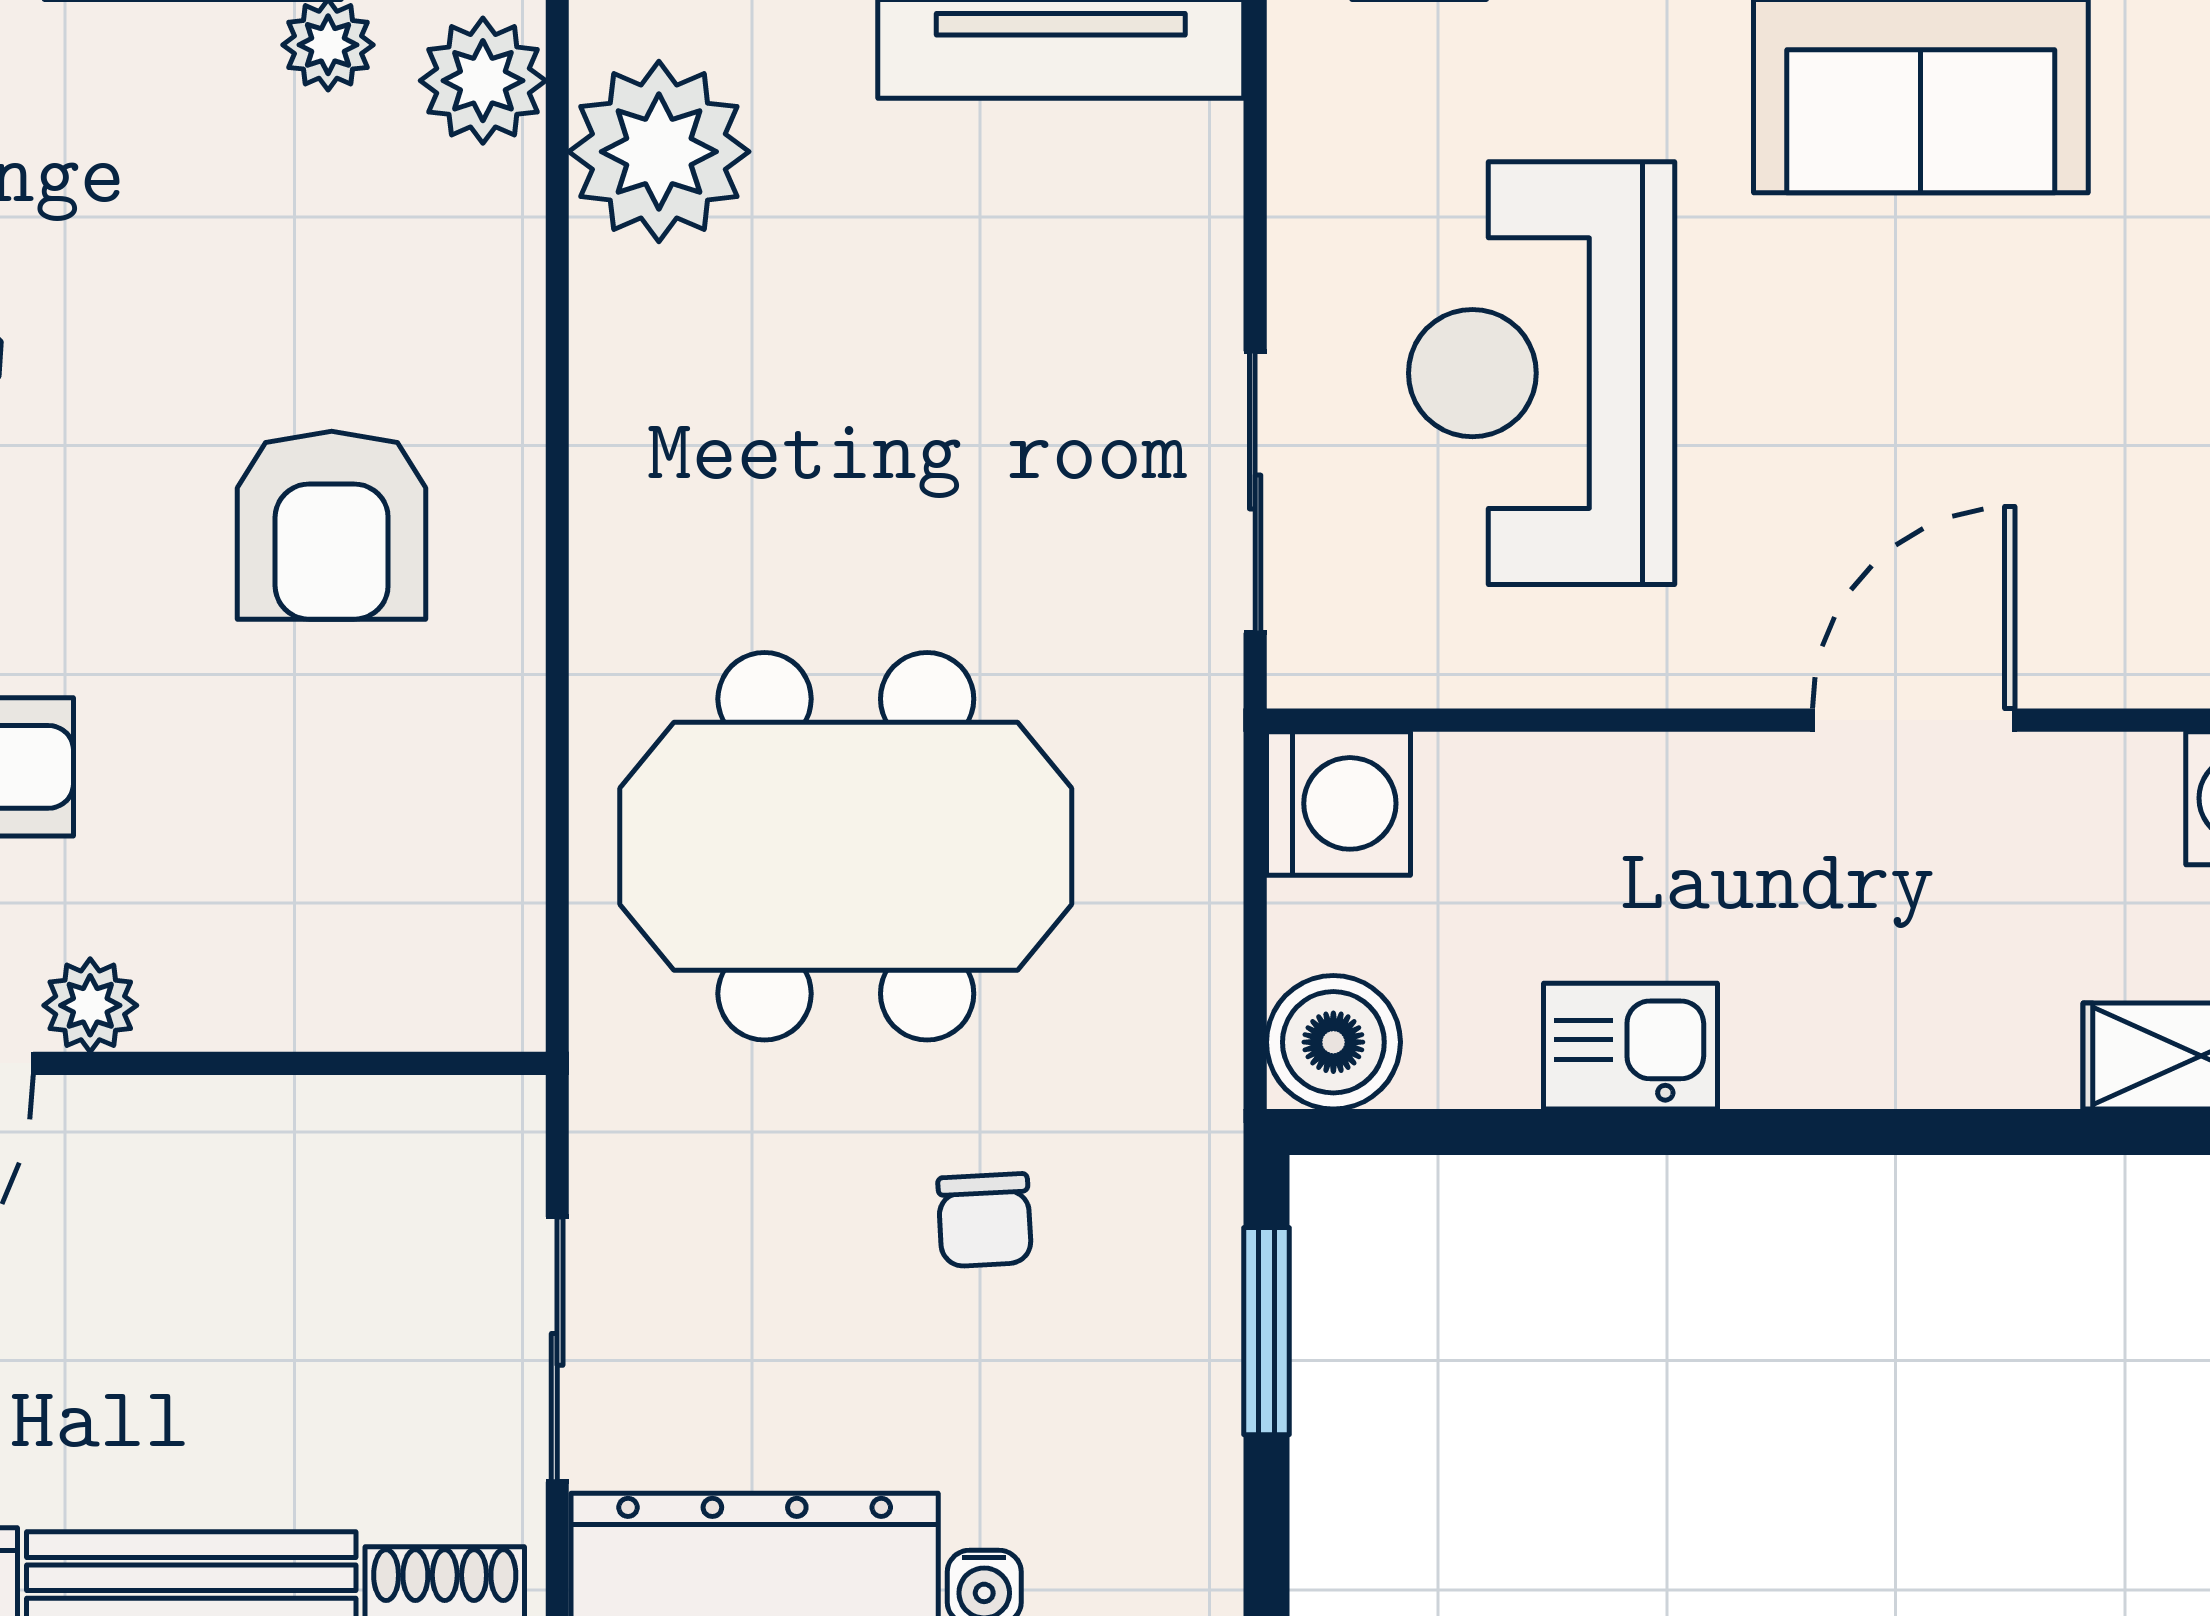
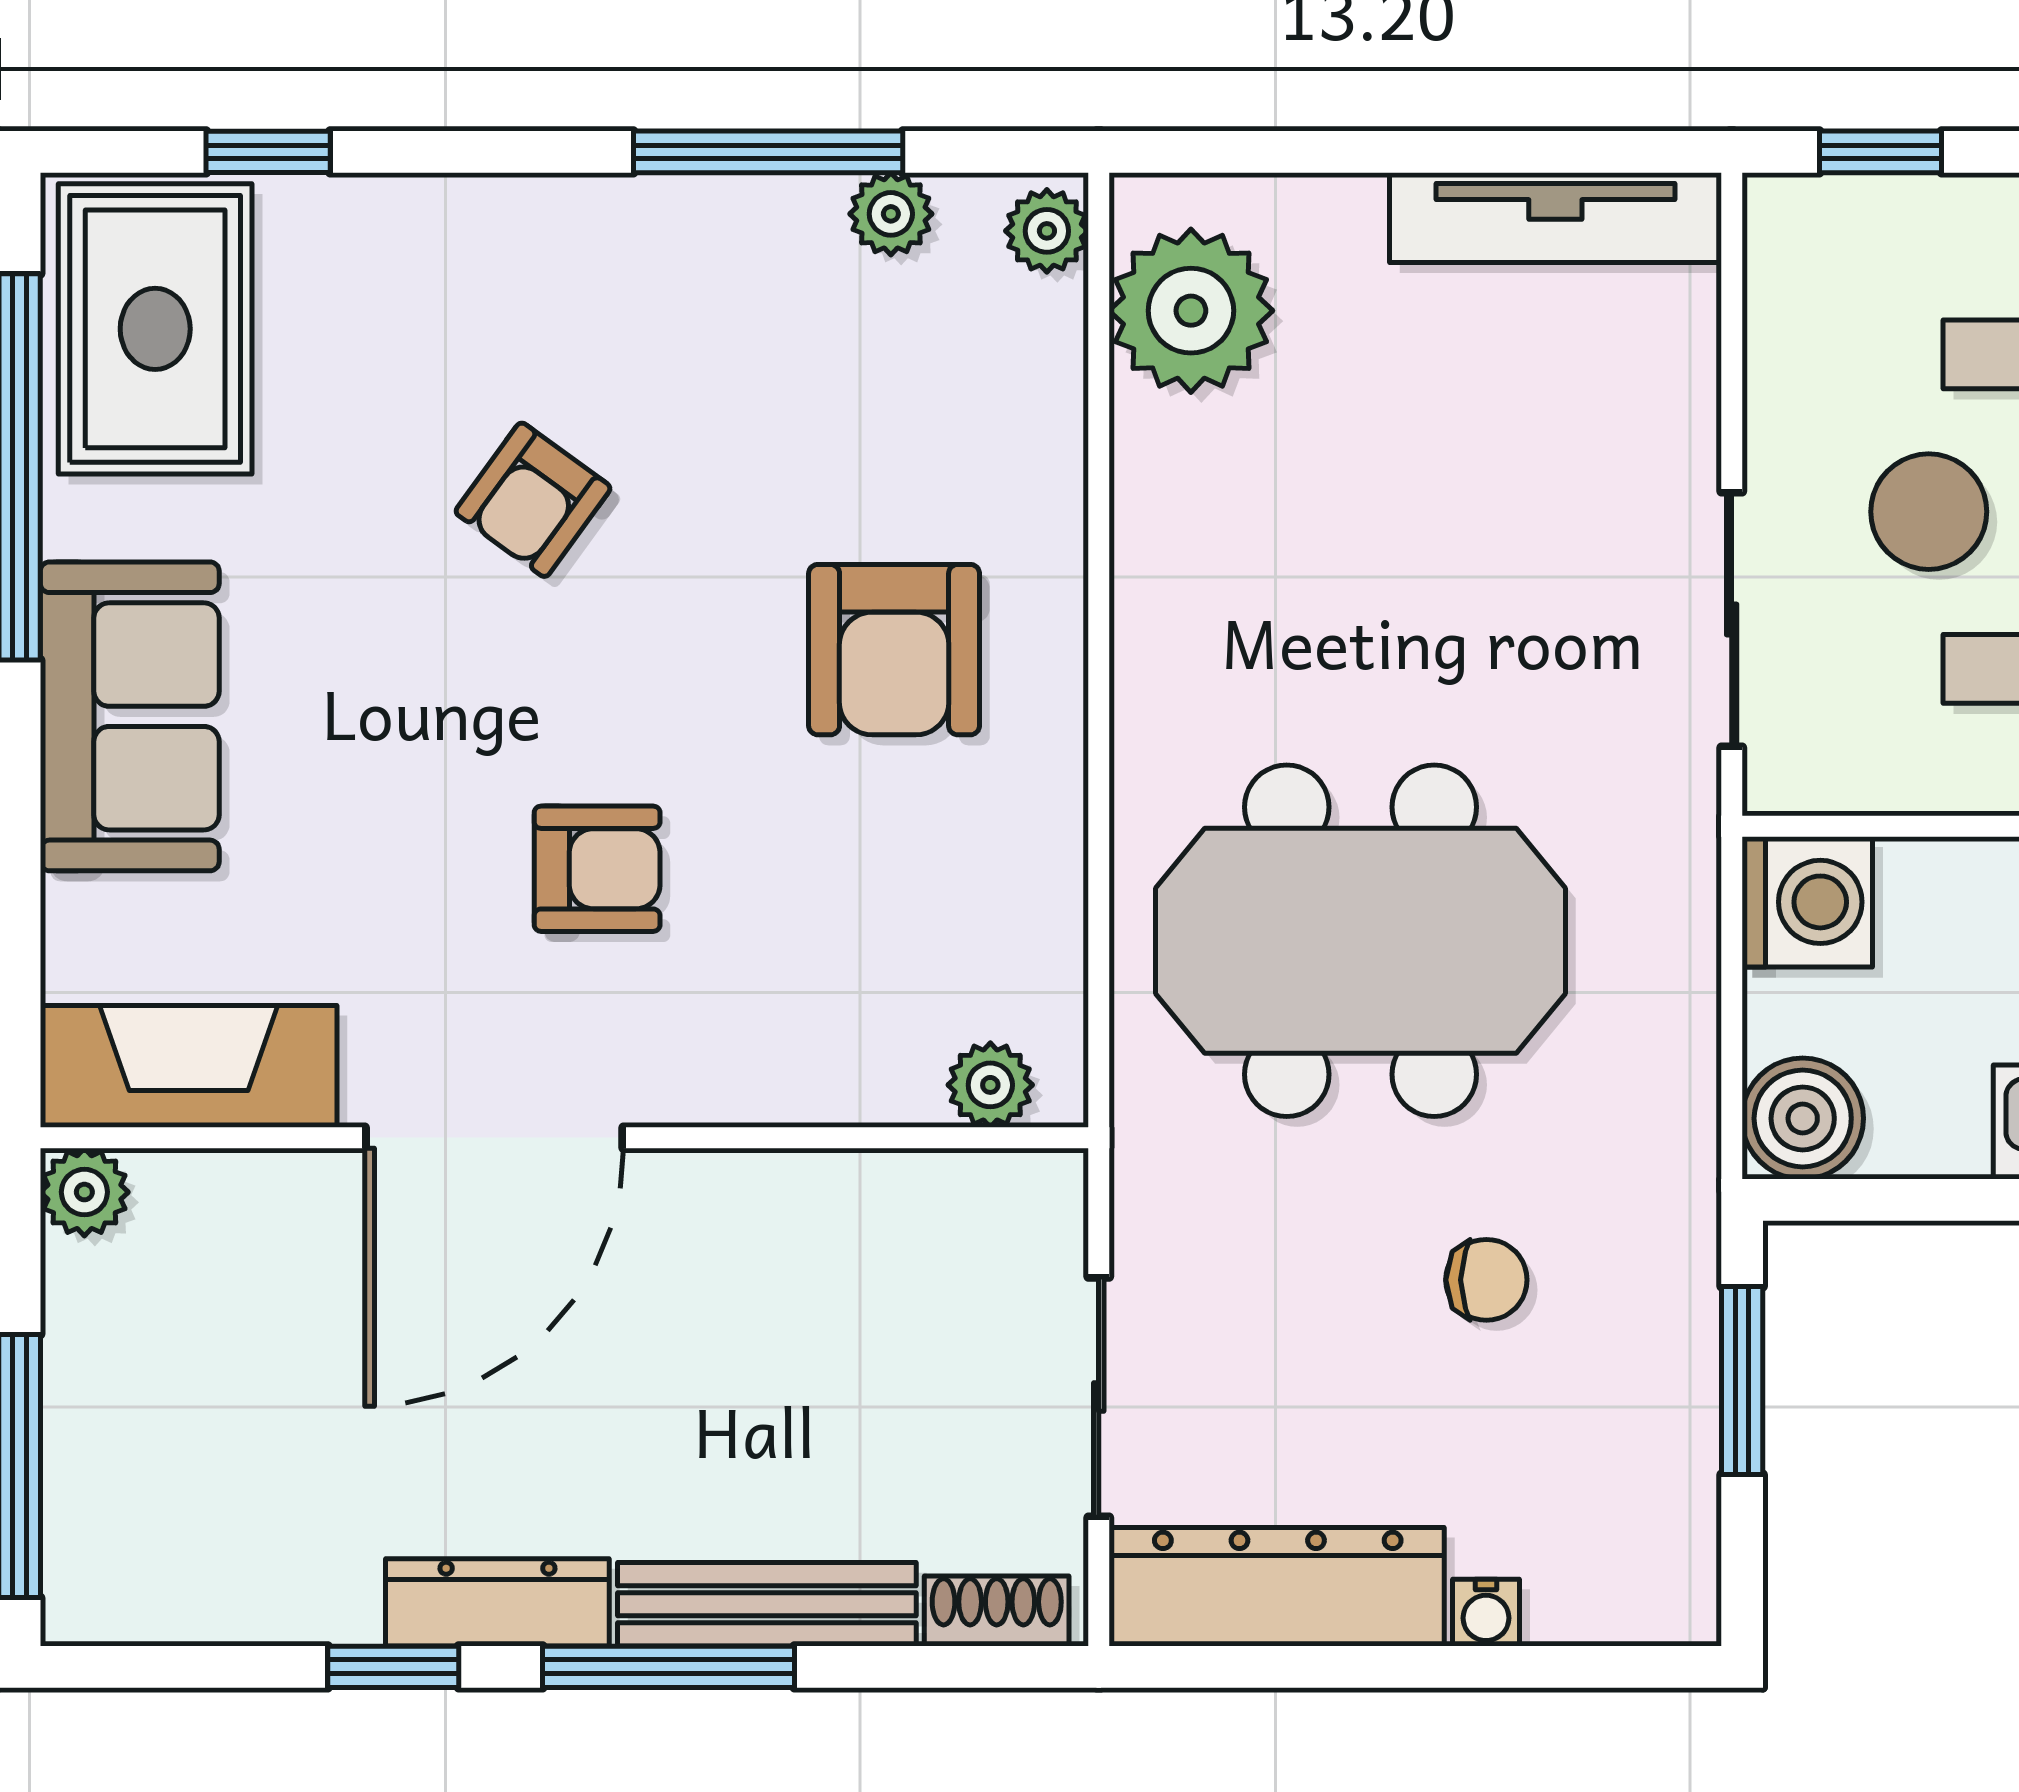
plant: (483, 81) -> (1047, 231), width x0.73, depth x0.73
plant: (90, 1005) -> (990, 1085), moved
chair: (985, 1220) -> (1486, 1280), turned -87

